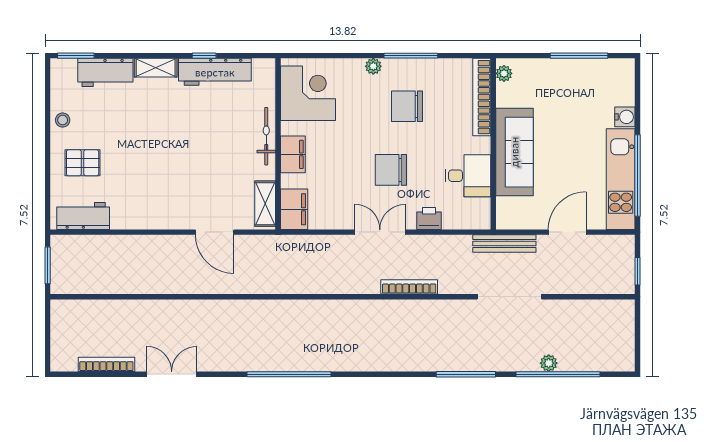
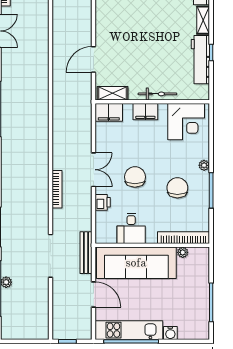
plant: (504, 73) -> (183, 252), moved
sofa: (514, 152) -> (136, 263), width x1.36, depth x1.27

